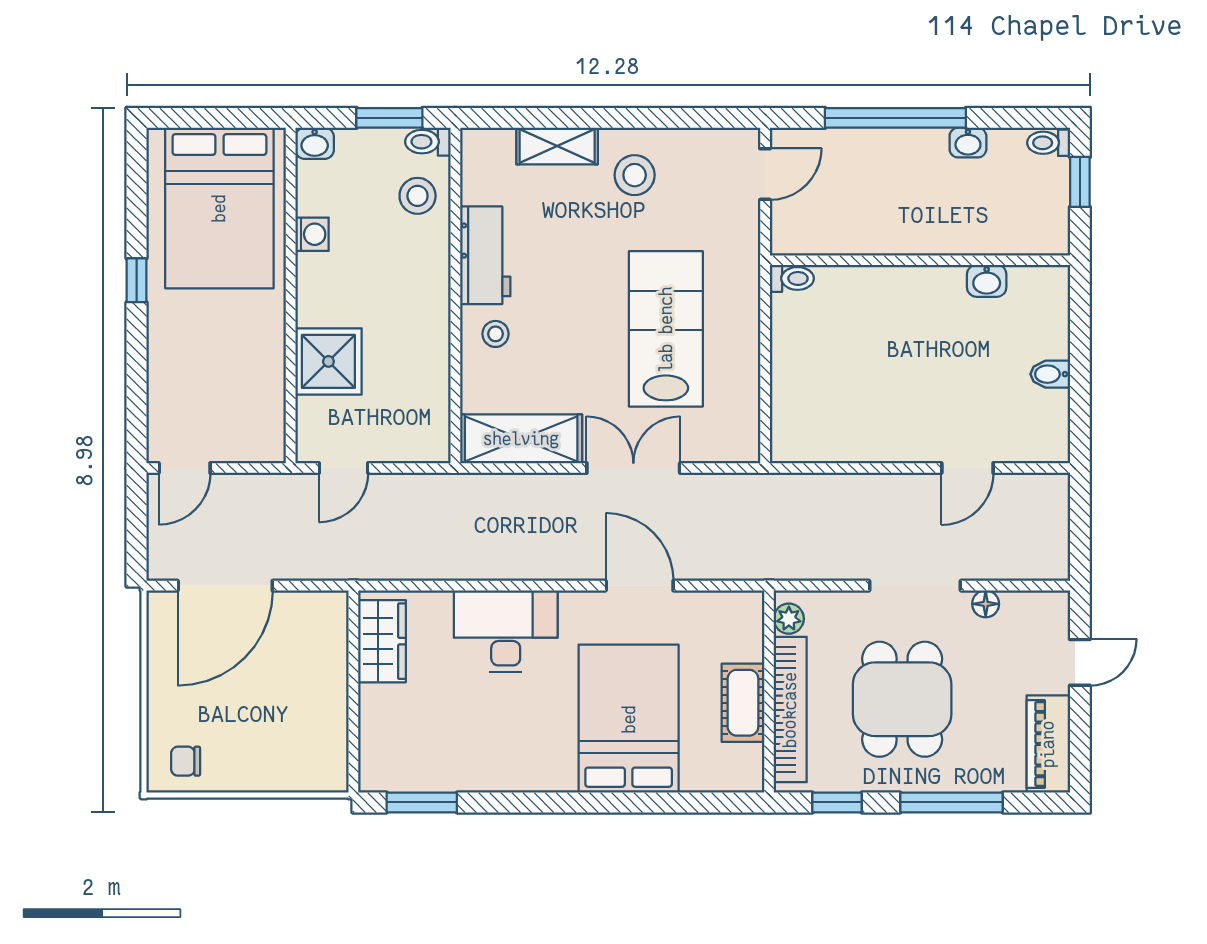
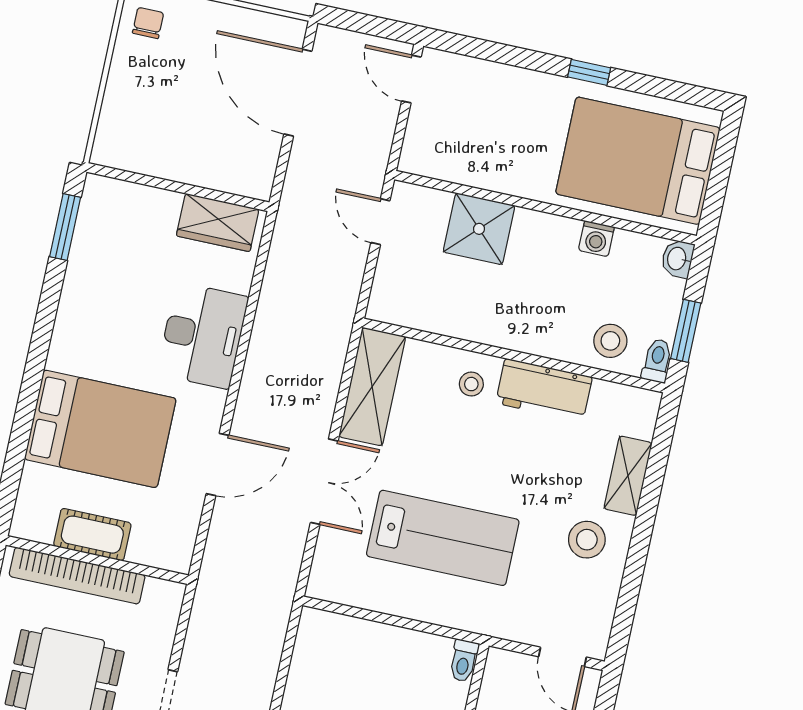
plant: (789, 619) -> (159, 592), removed

